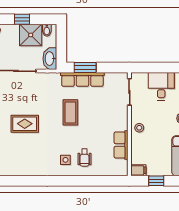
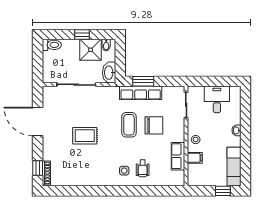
chair: (96, 113) -> (154, 125), added
filing cabinet: (138, 170) -> (195, 158), moved
window: (156, 181) -> (223, 191), moved

